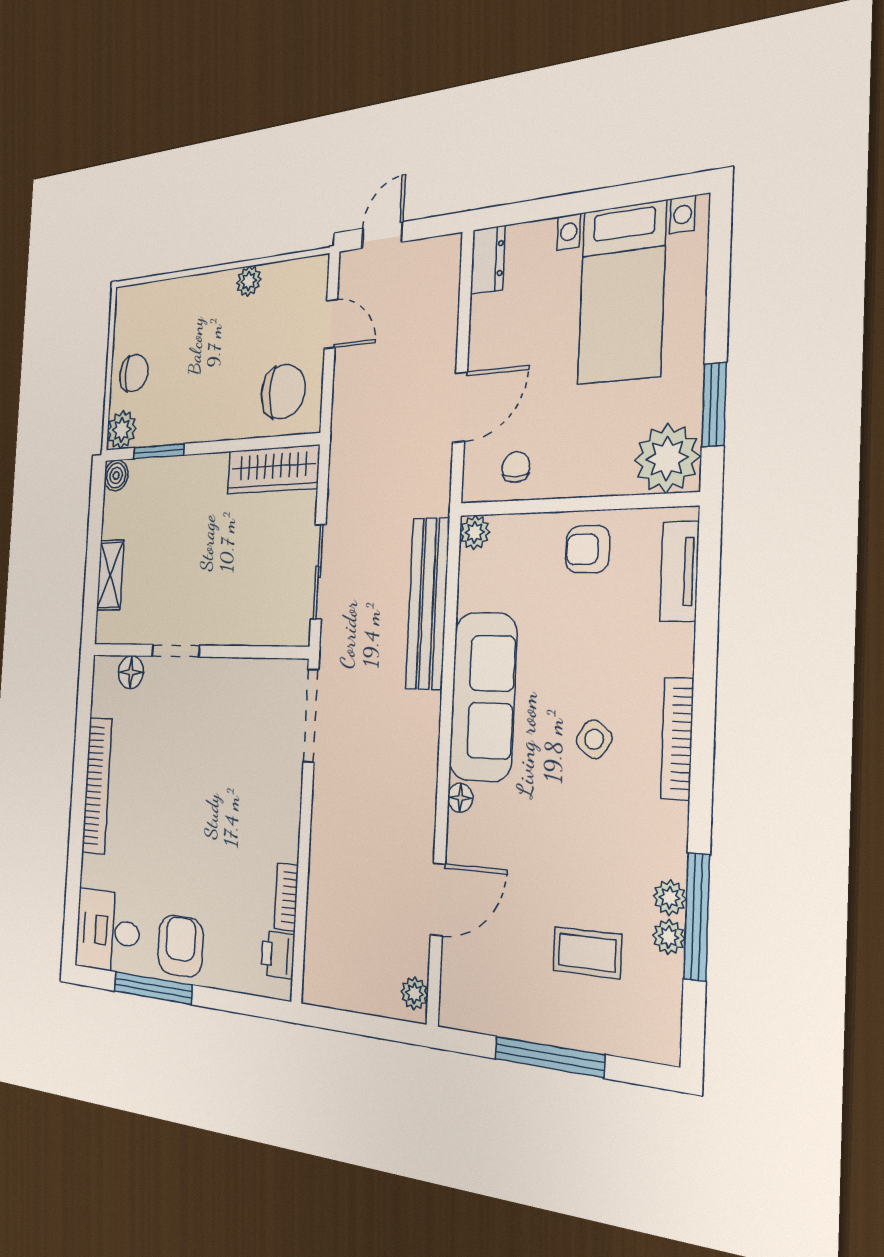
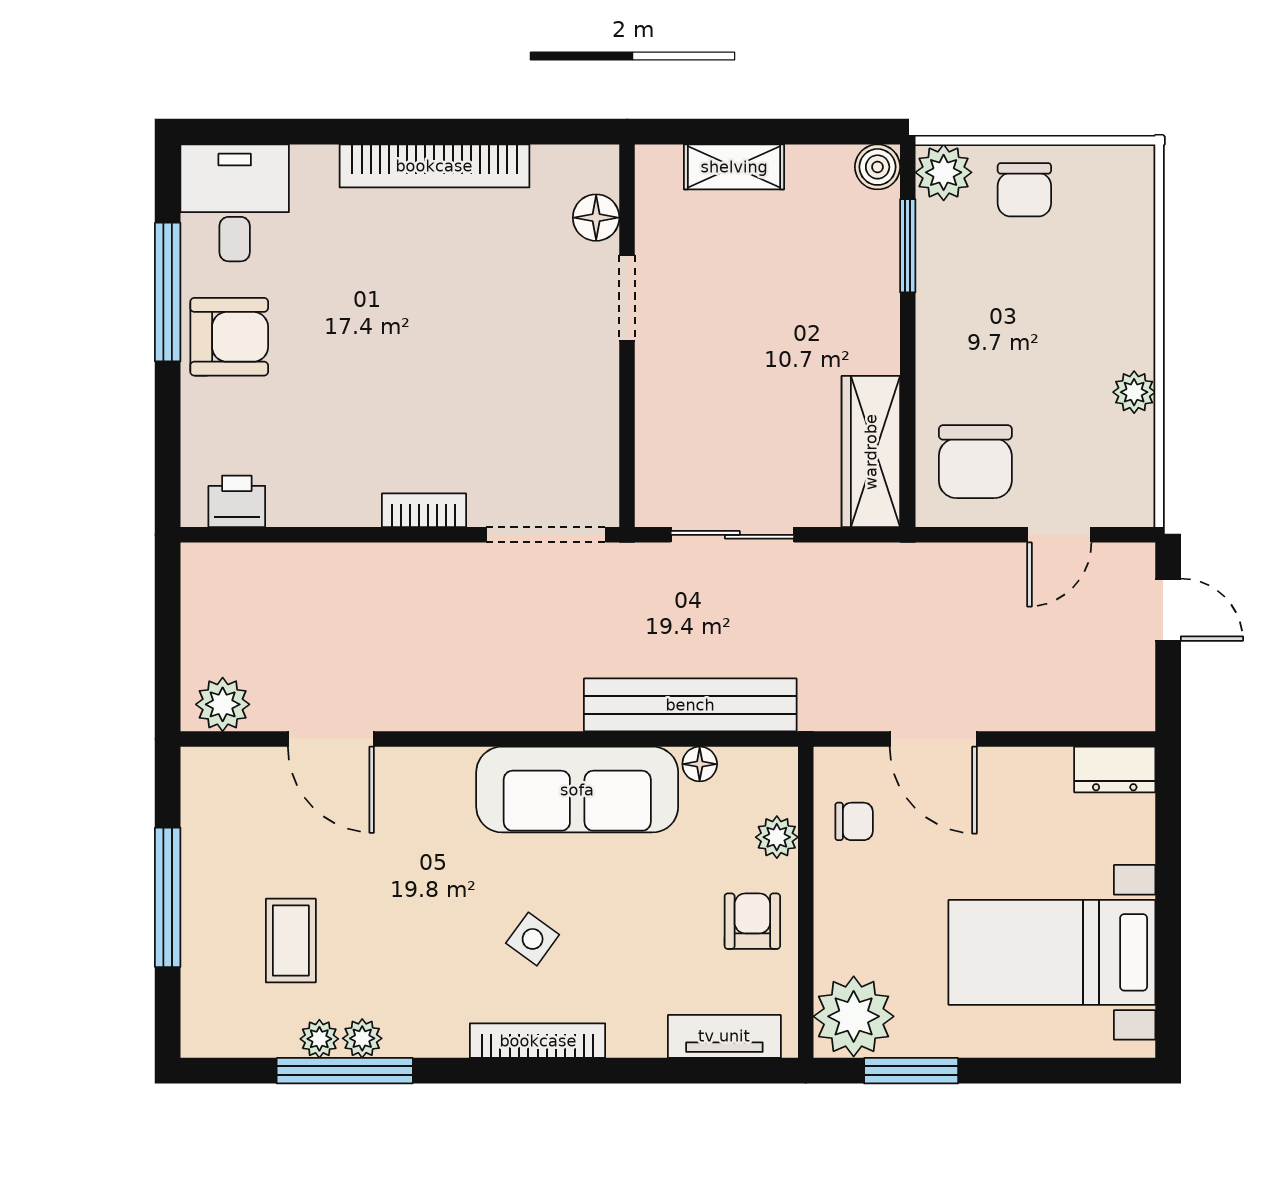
plant: (475, 532) -> (777, 837), moved
floor lamp: (460, 798) -> (700, 764), moved
bookcase: (286, 897) -> (424, 510), moved
plant: (414, 993) -> (223, 704), width x1.38, depth x1.38

